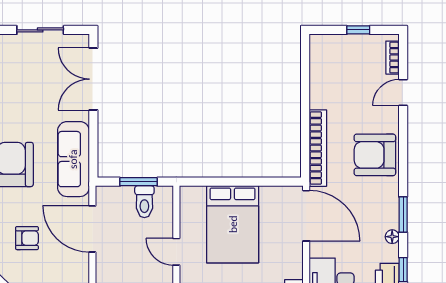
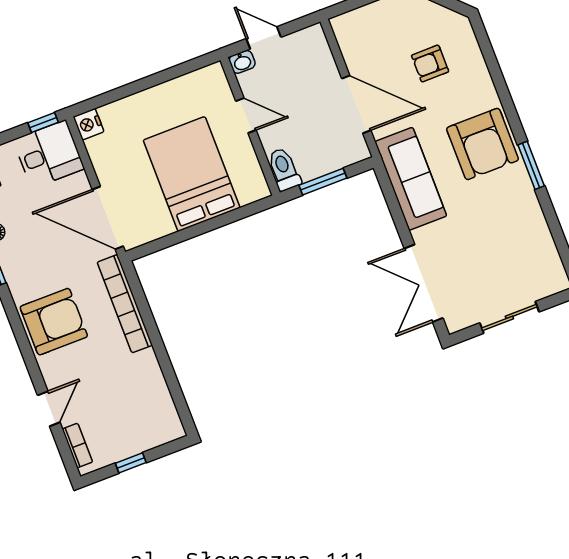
double door: (93, 79) -> (424, 283), swing flipped
toilet: (144, 202) -> (284, 169), moved

